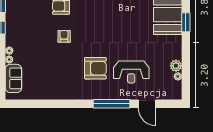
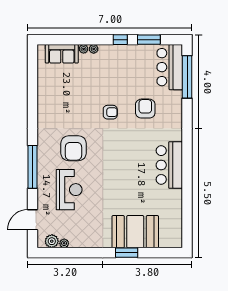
plant: (176, 66) -> (52, 241), moved
reception desk: (131, 72) -> (69, 190), turned 180
door: (147, 104) -> (33, 220), moved

